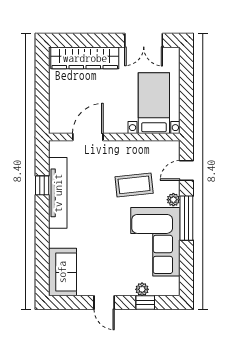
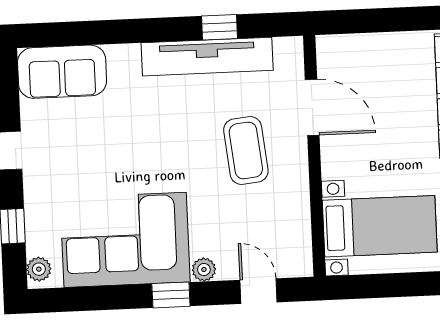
coffee table: (134, 185) -> (246, 150), moved
window: (186, 218) -> (171, 295), width x0.46
plant: (142, 289) -> (39, 269), moved

